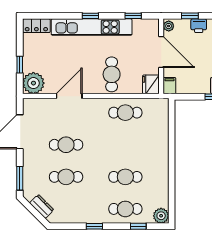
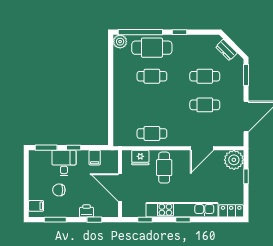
plant: (169, 26) -> (113, 211), removed
fridge: (151, 84) -> (140, 157), moved, turned 90
filing cabinet: (169, 86) -> (95, 158), moved
cafe table: (125, 209) -> (152, 48), width x1.37, depth x1.35
window: (138, 226) -> (140, 32), width x3.17

